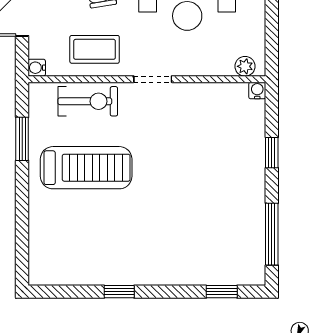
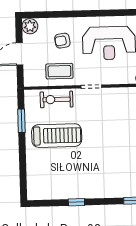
water cooler: (37, 68) -> (28, 82), removed
exercise bike: (88, 101) -> (57, 99), turned 180

